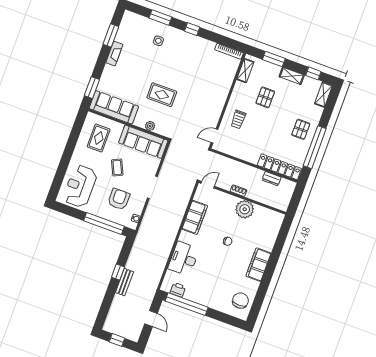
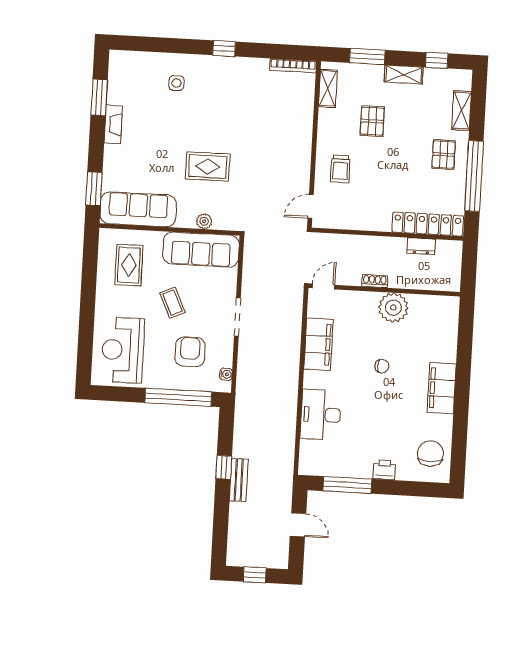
window: (160, 17) -> (169, 45), removed
shelving: (323, 95) -> (461, 111), moved
printer: (178, 290) -> (384, 470), moved
window: (187, 304) -> (347, 485), width x0.68

